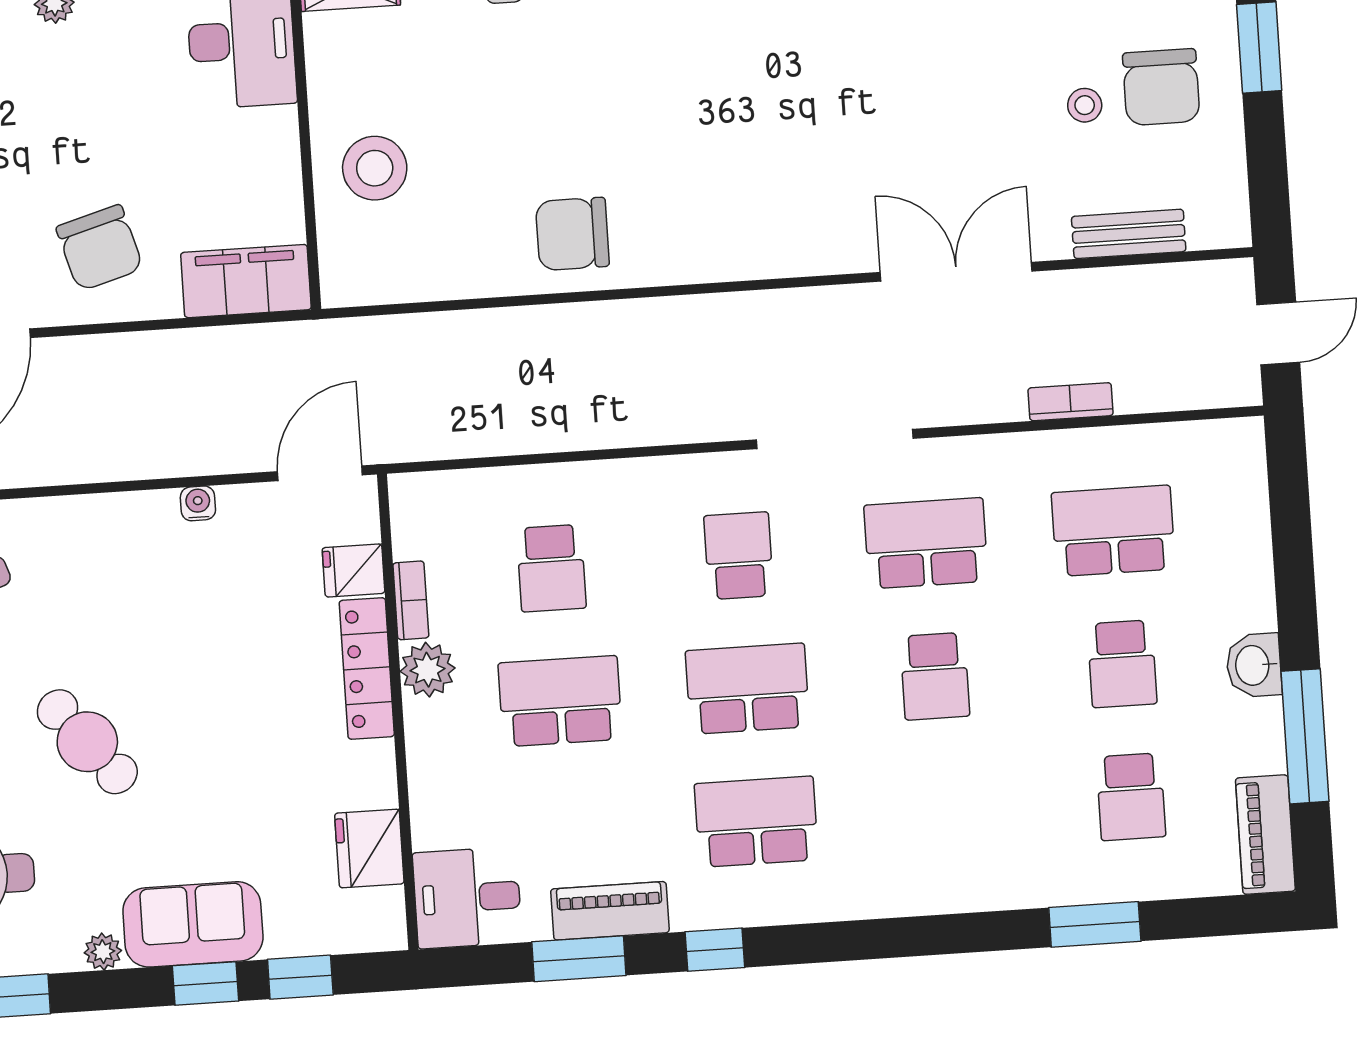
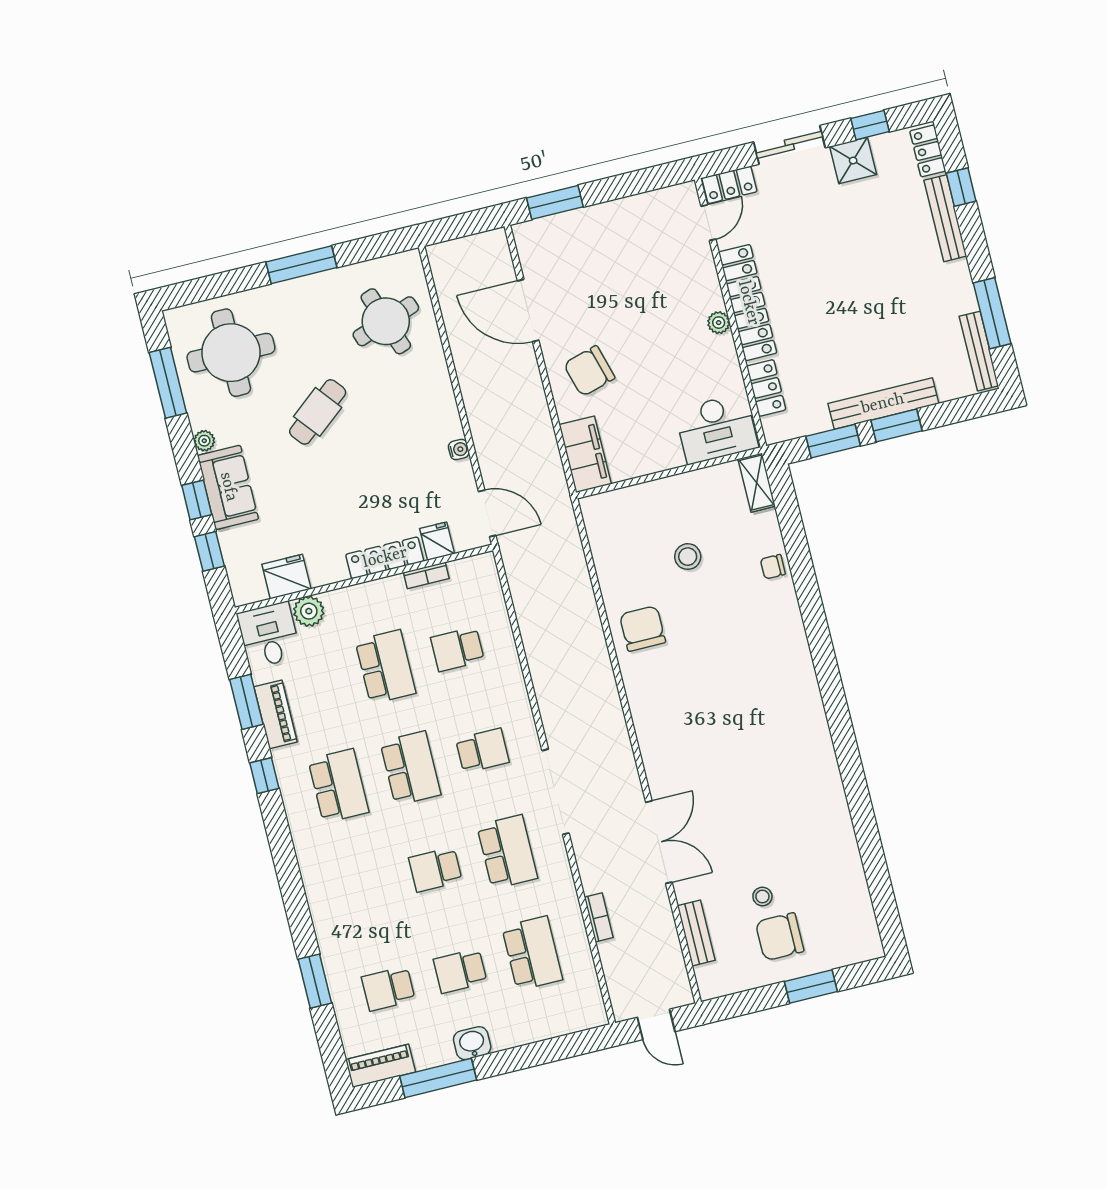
stool: (375, 168) -> (688, 557), moved, width x0.73, depth x0.73
plant: (428, 670) -> (309, 611), moved

